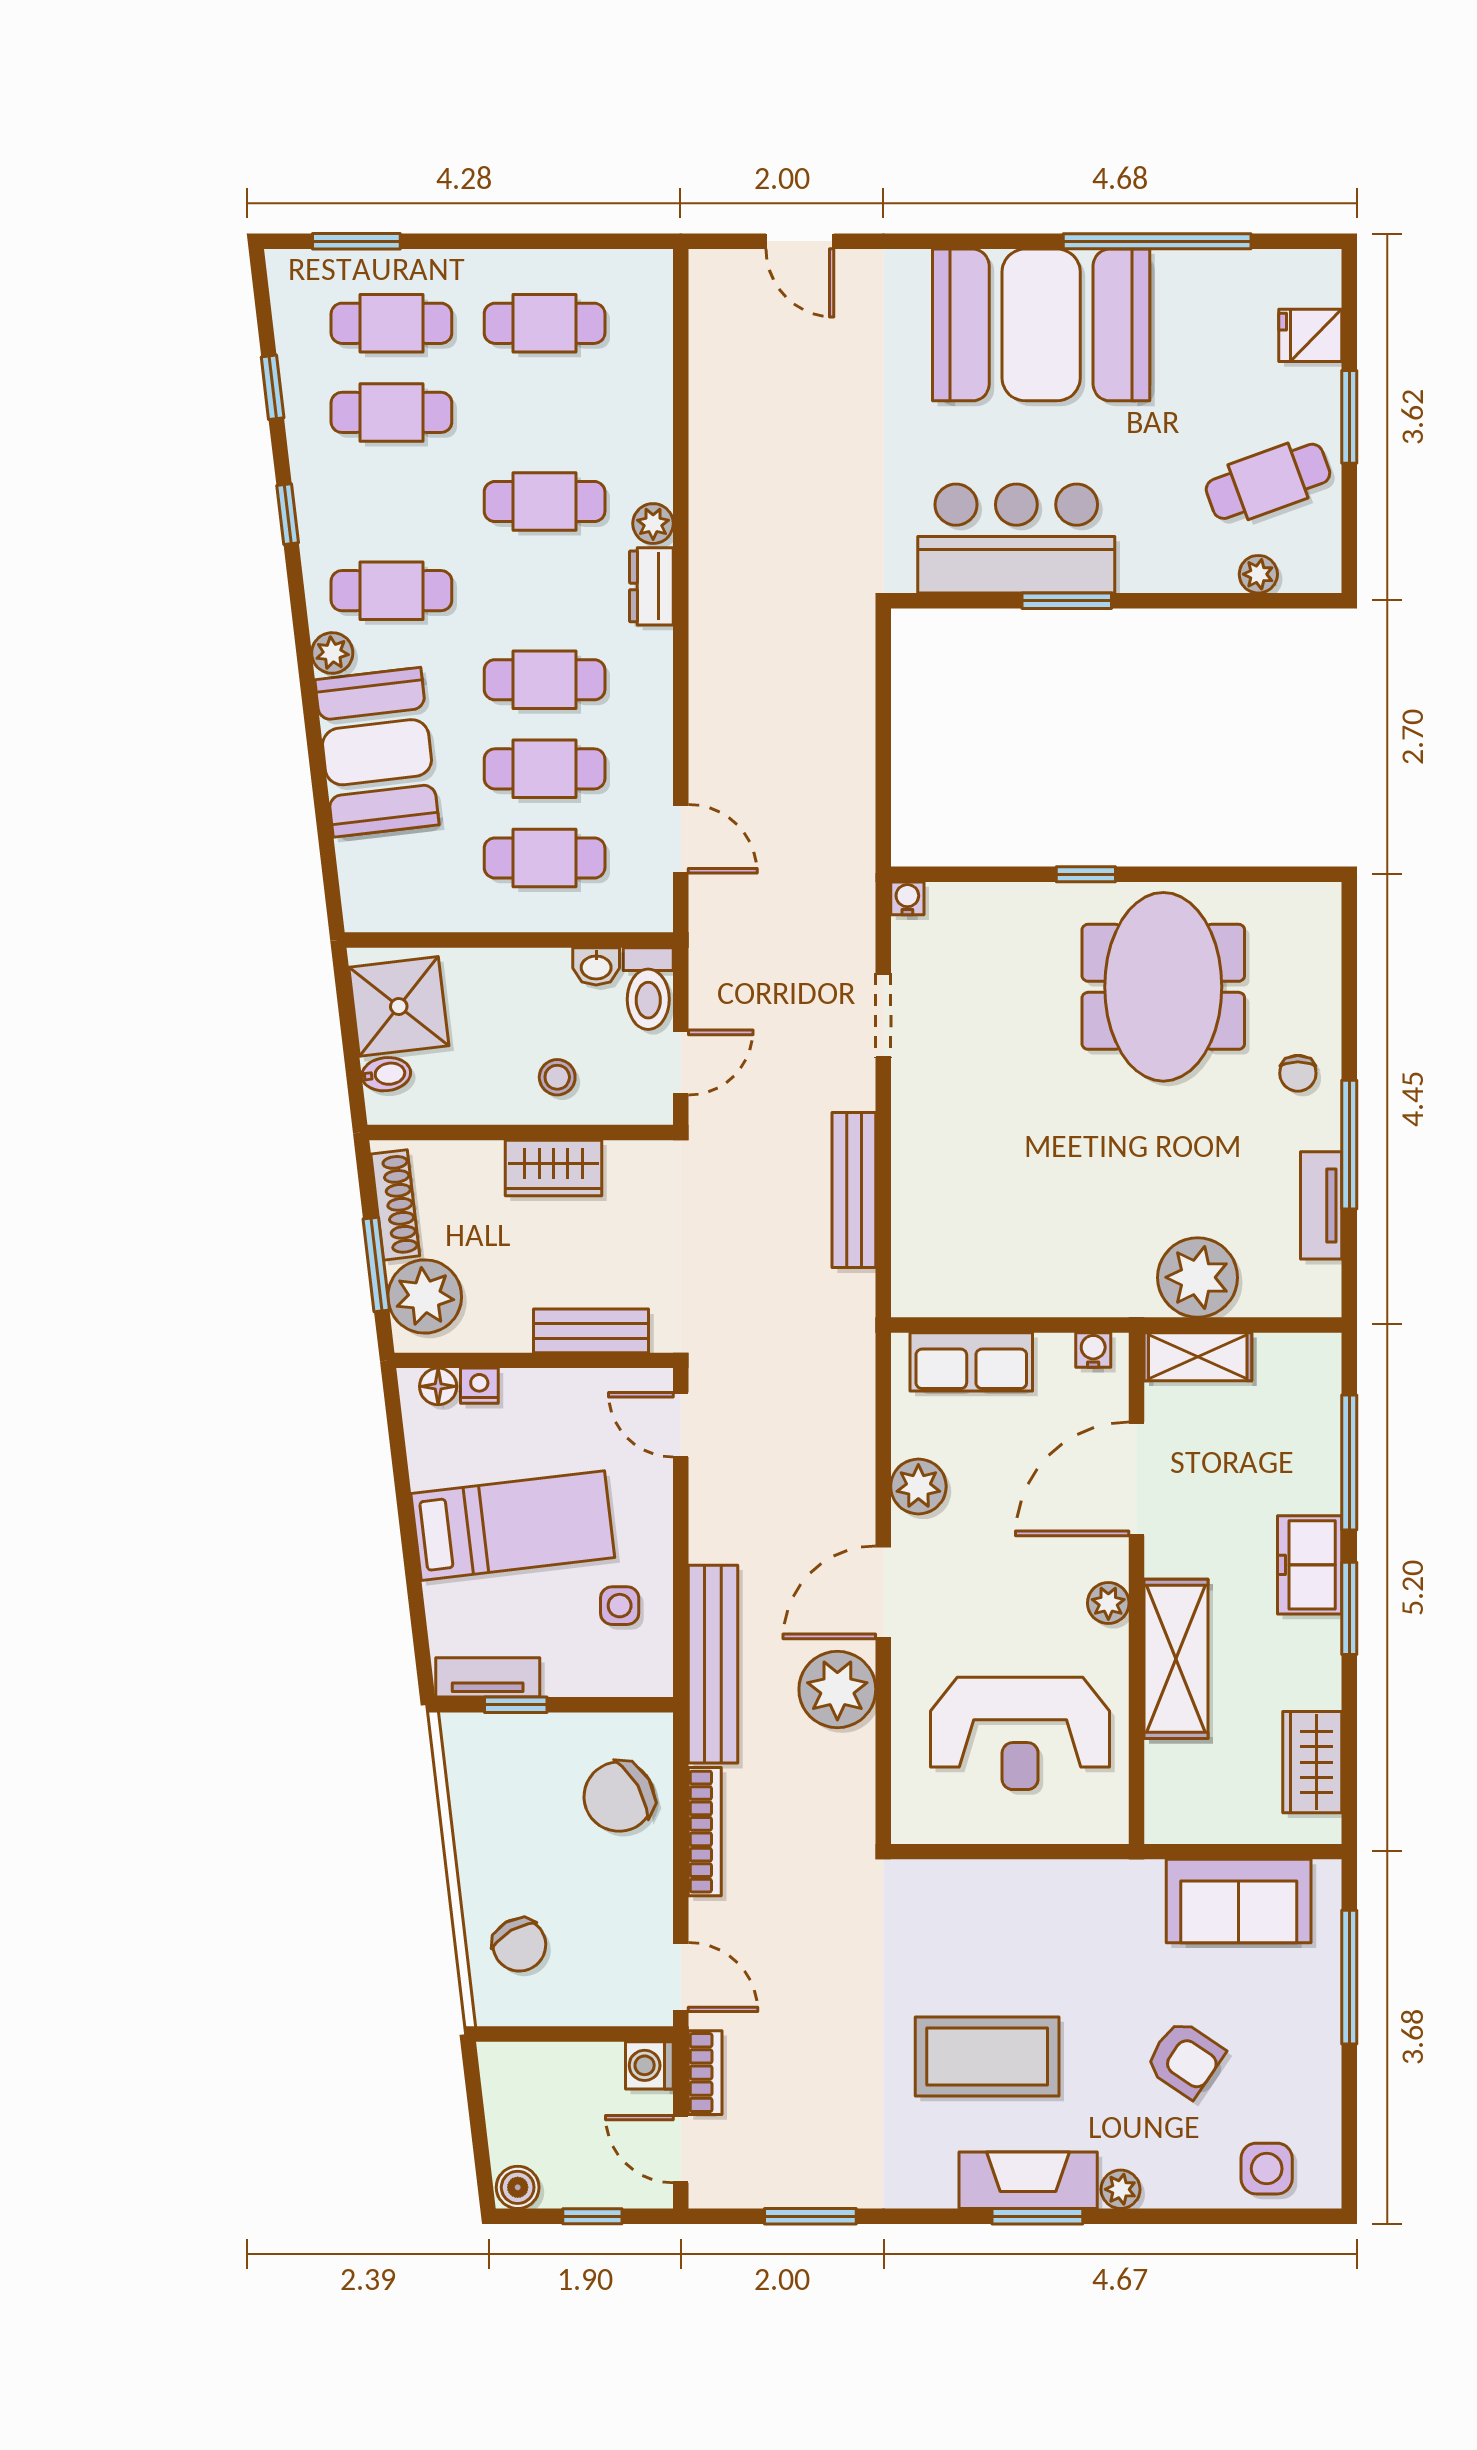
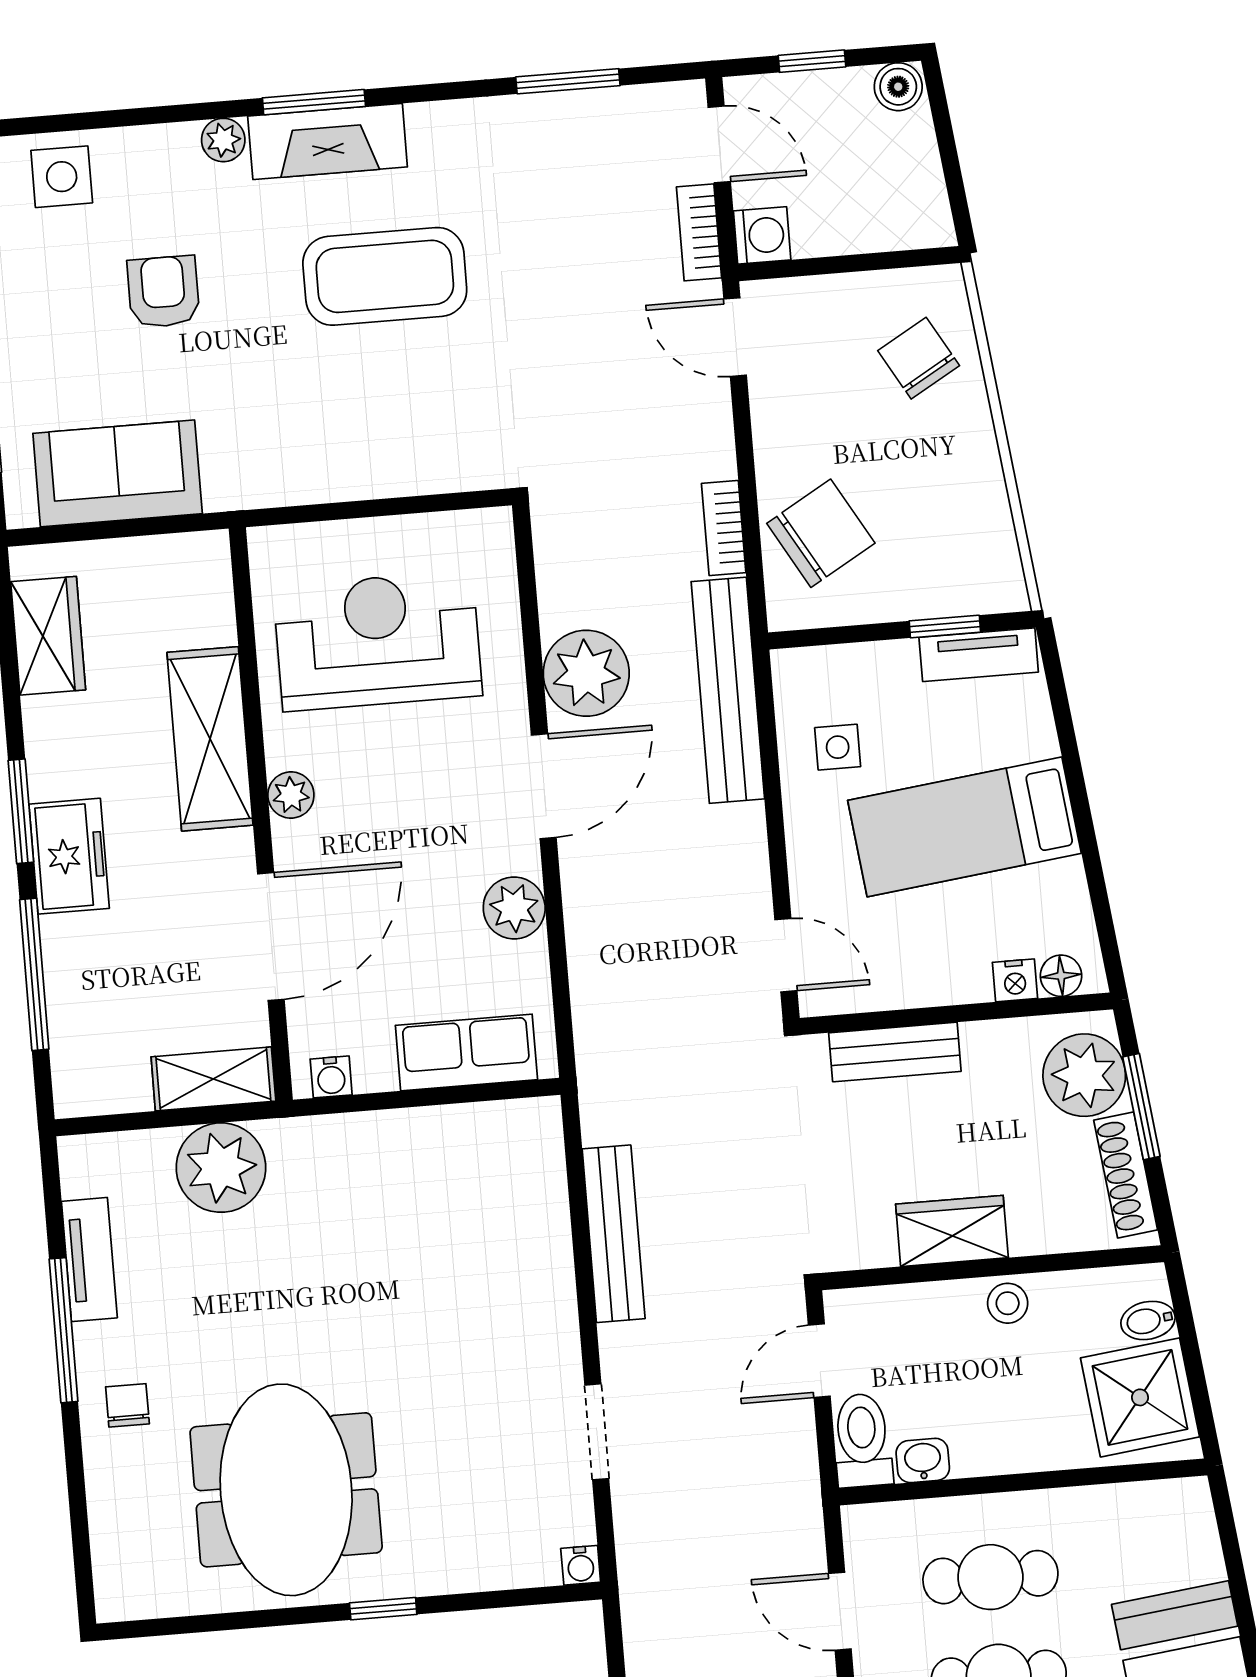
stool: (557, 1077) -> (1008, 1303), moved
bookcase: (705, 1832) -> (724, 528), width x0.64
armchair: (1185, 2059) -> (163, 292), turned 56

